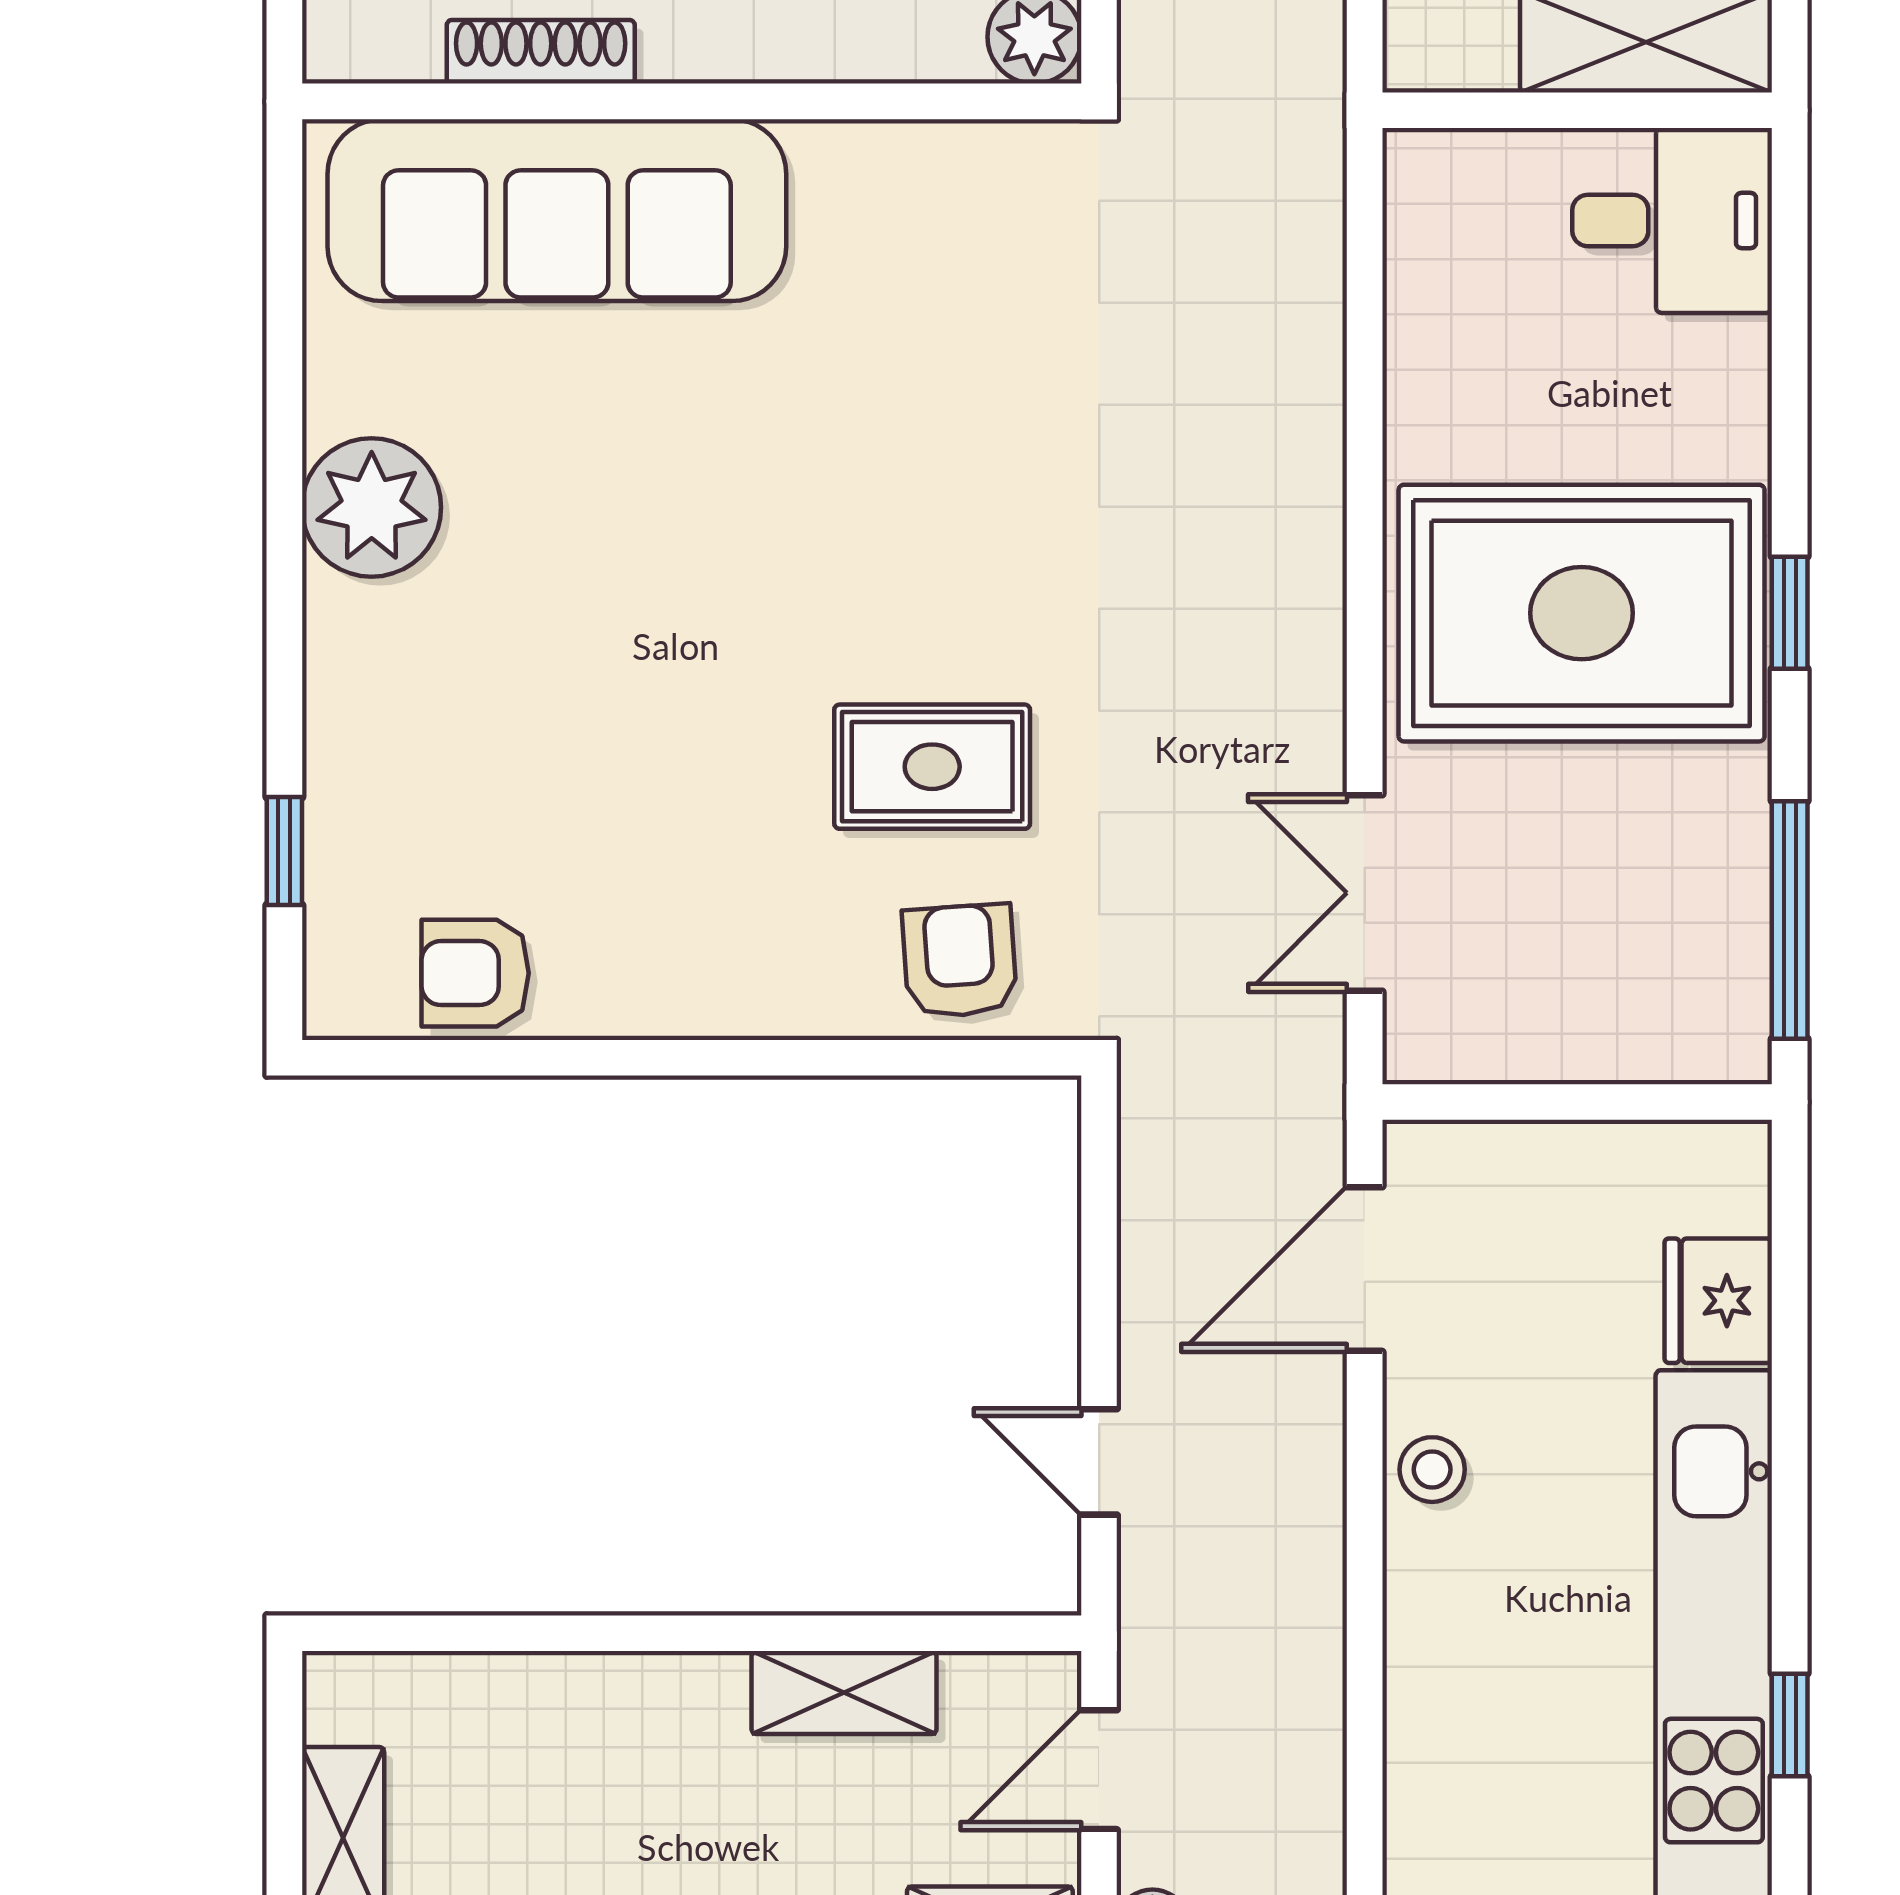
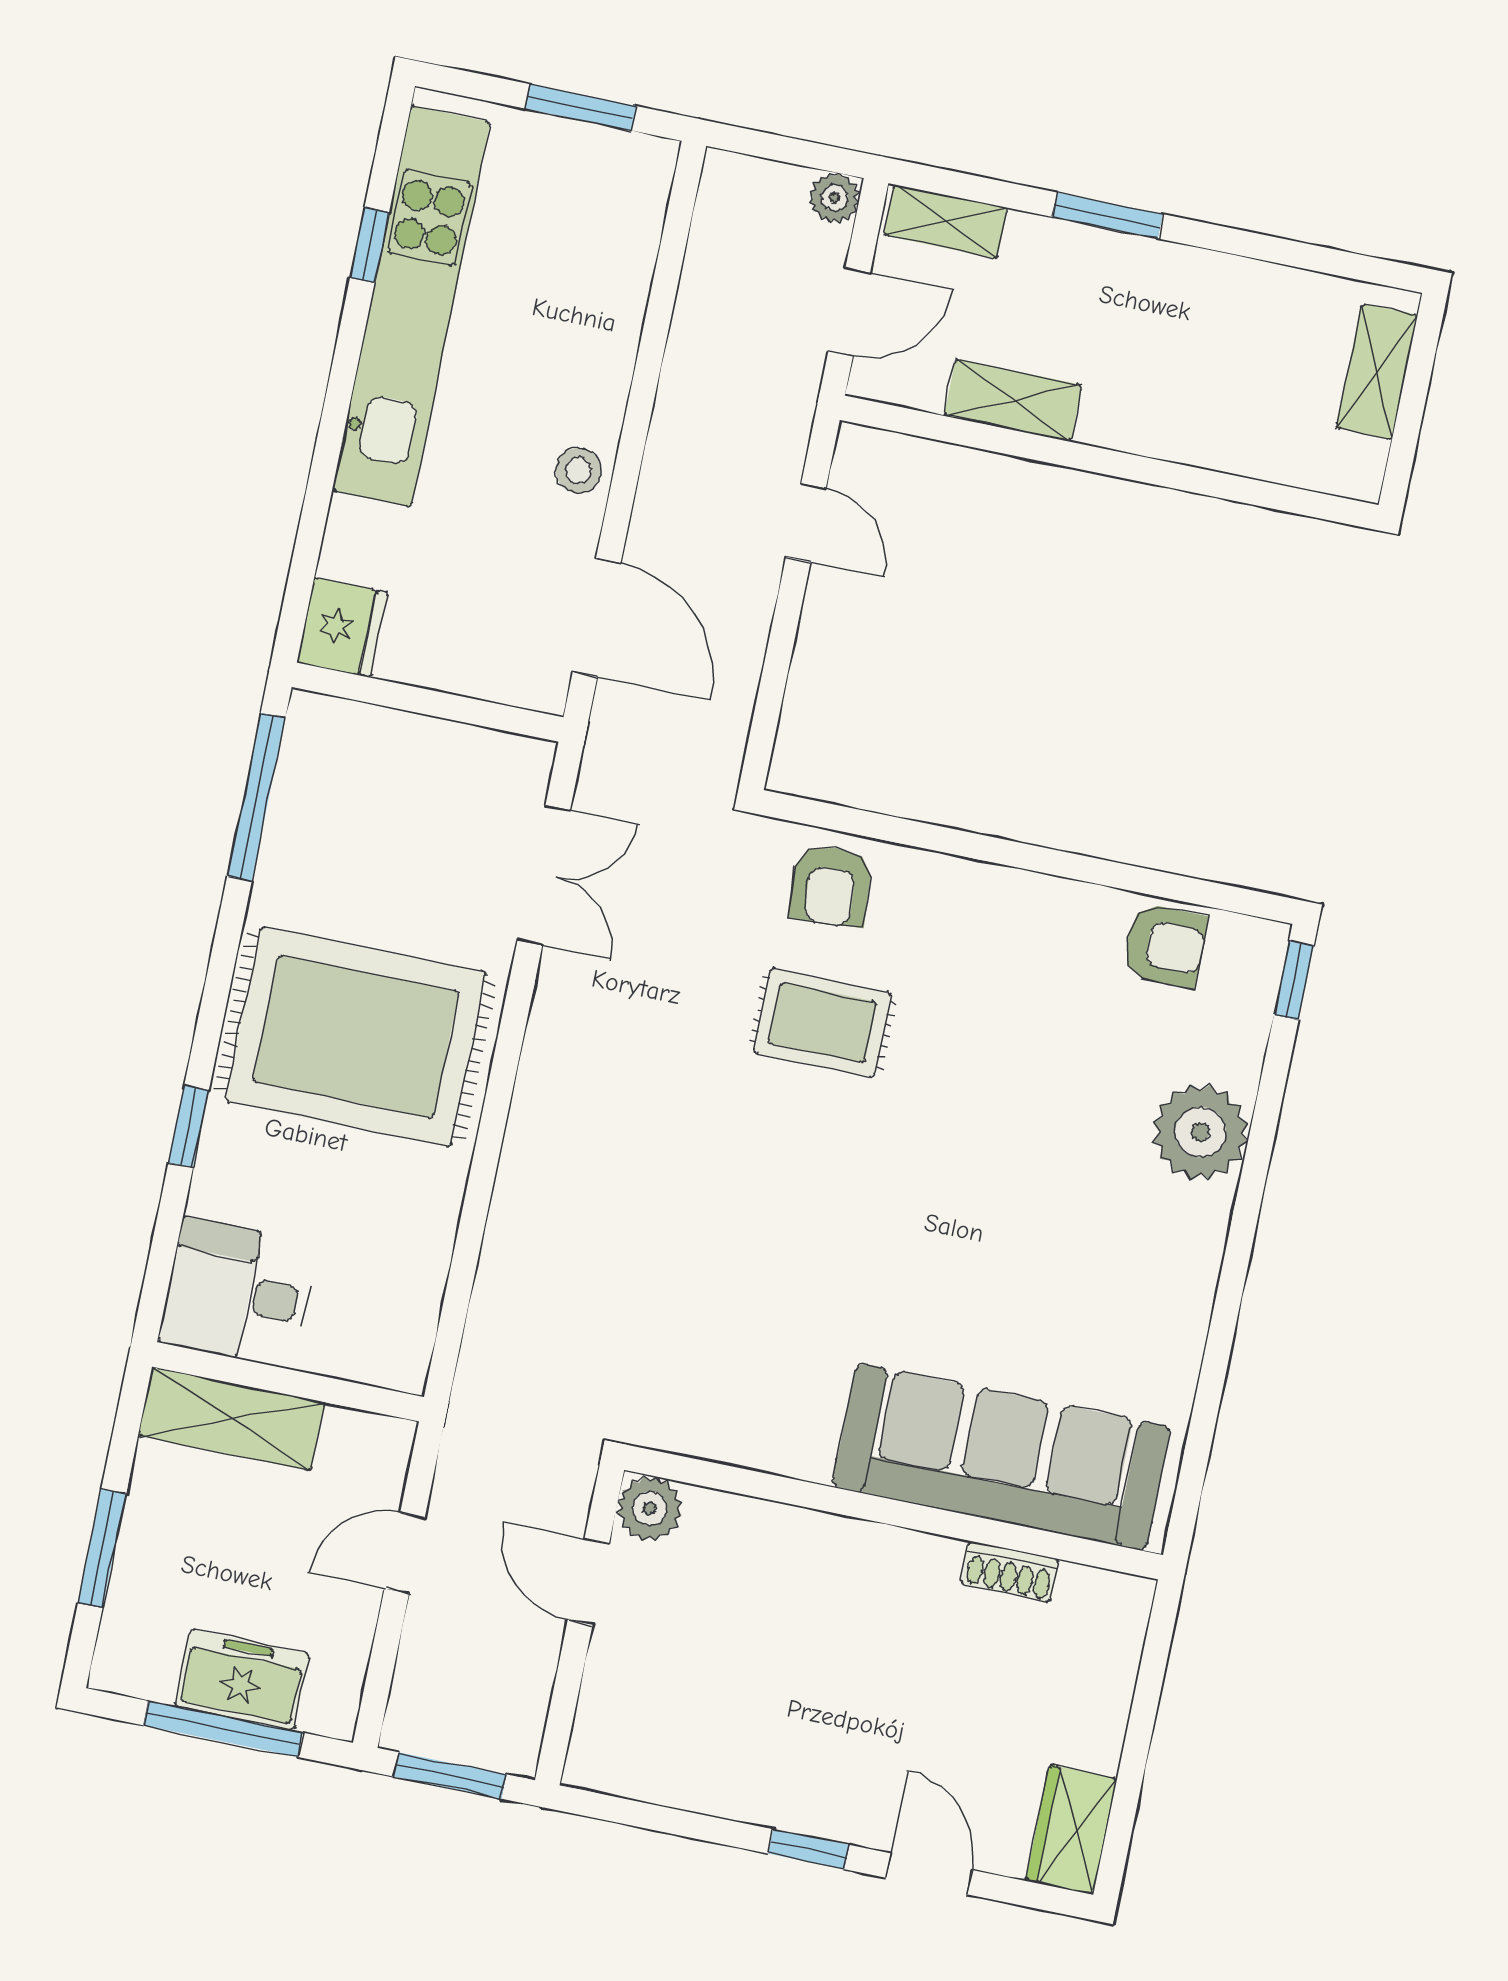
shoe rack: (541, 52) -> (1009, 1572), width x0.70
plant: (372, 507) -> (1200, 1132), moved
window: (1790, 613) -> (189, 1126), moved
window: (284, 851) -> (1294, 980), moved
door: (1365, 1269) -> (597, 617), hinge flipped
fridge: (1718, 1301) -> (342, 627), moved

